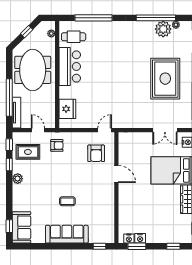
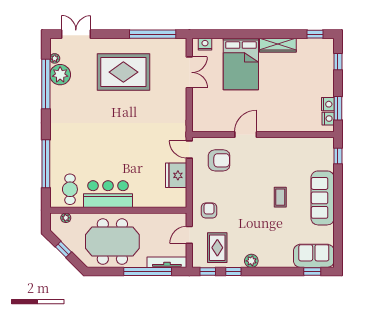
fridge: (67, 109) -> (176, 175), moved, turned -90

